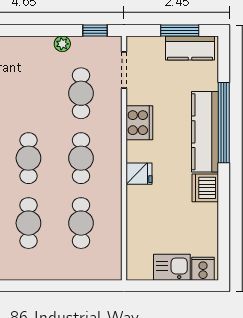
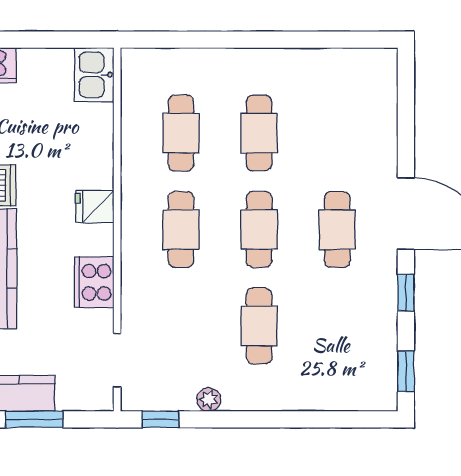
cafe table: (81, 93) -> (259, 326), moved
kitchen sink: (172, 267) -> (94, 75), moved, turned 90

